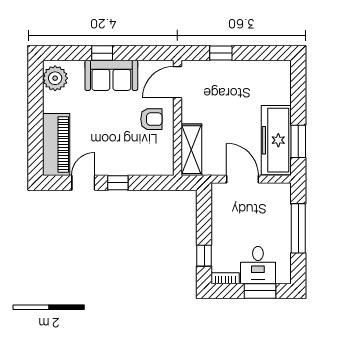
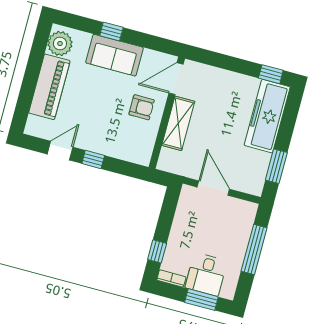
window: (221, 53) -> (271, 74), moved
freezer: (276, 140) -> (267, 116), moved
piano: (56, 145) -> (49, 87), moved
shelving: (191, 150) -> (178, 123), moved

